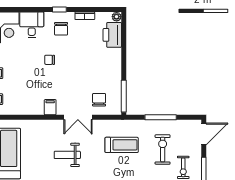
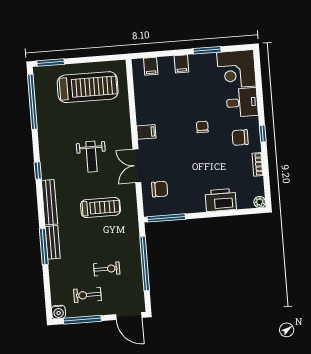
printer: (112, 35) -> (221, 200), moved
window: (161, 117) -> (145, 263), width x1.46
treadmill: (122, 145) -> (101, 207), moved, turned -90
exercise bike: (163, 149) -> (107, 269), width x0.73, depth x0.72
weight bench: (67, 155) -> (91, 157), turned 180

